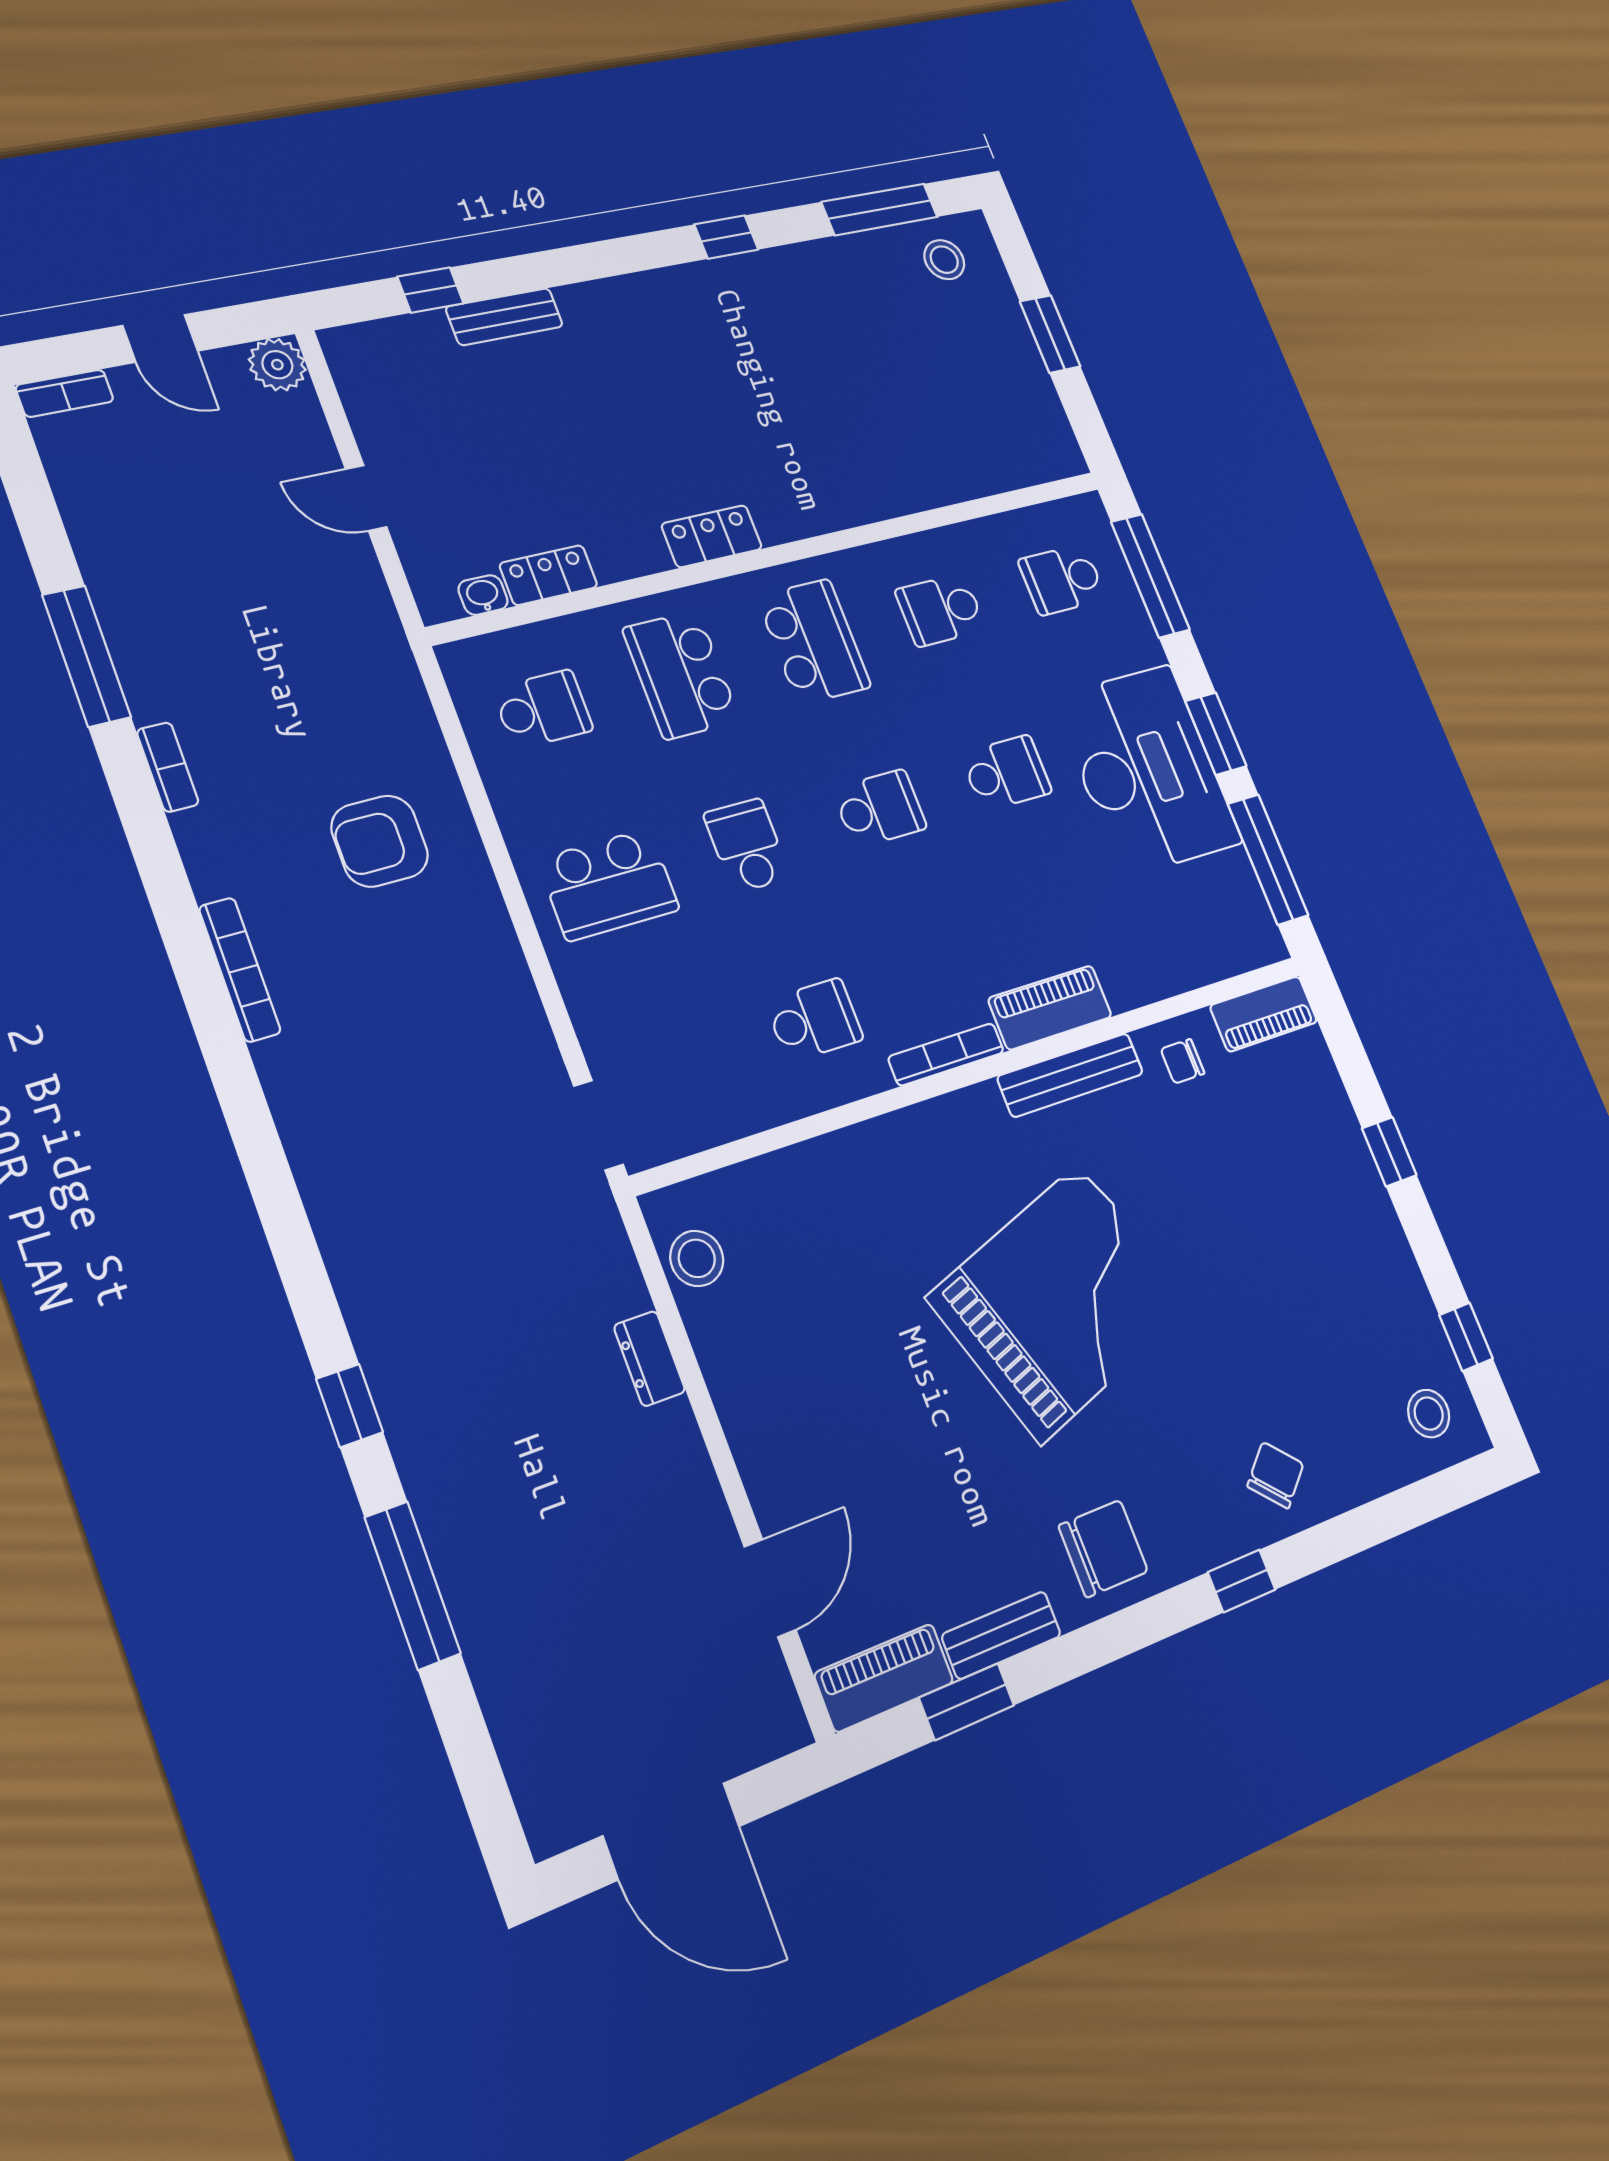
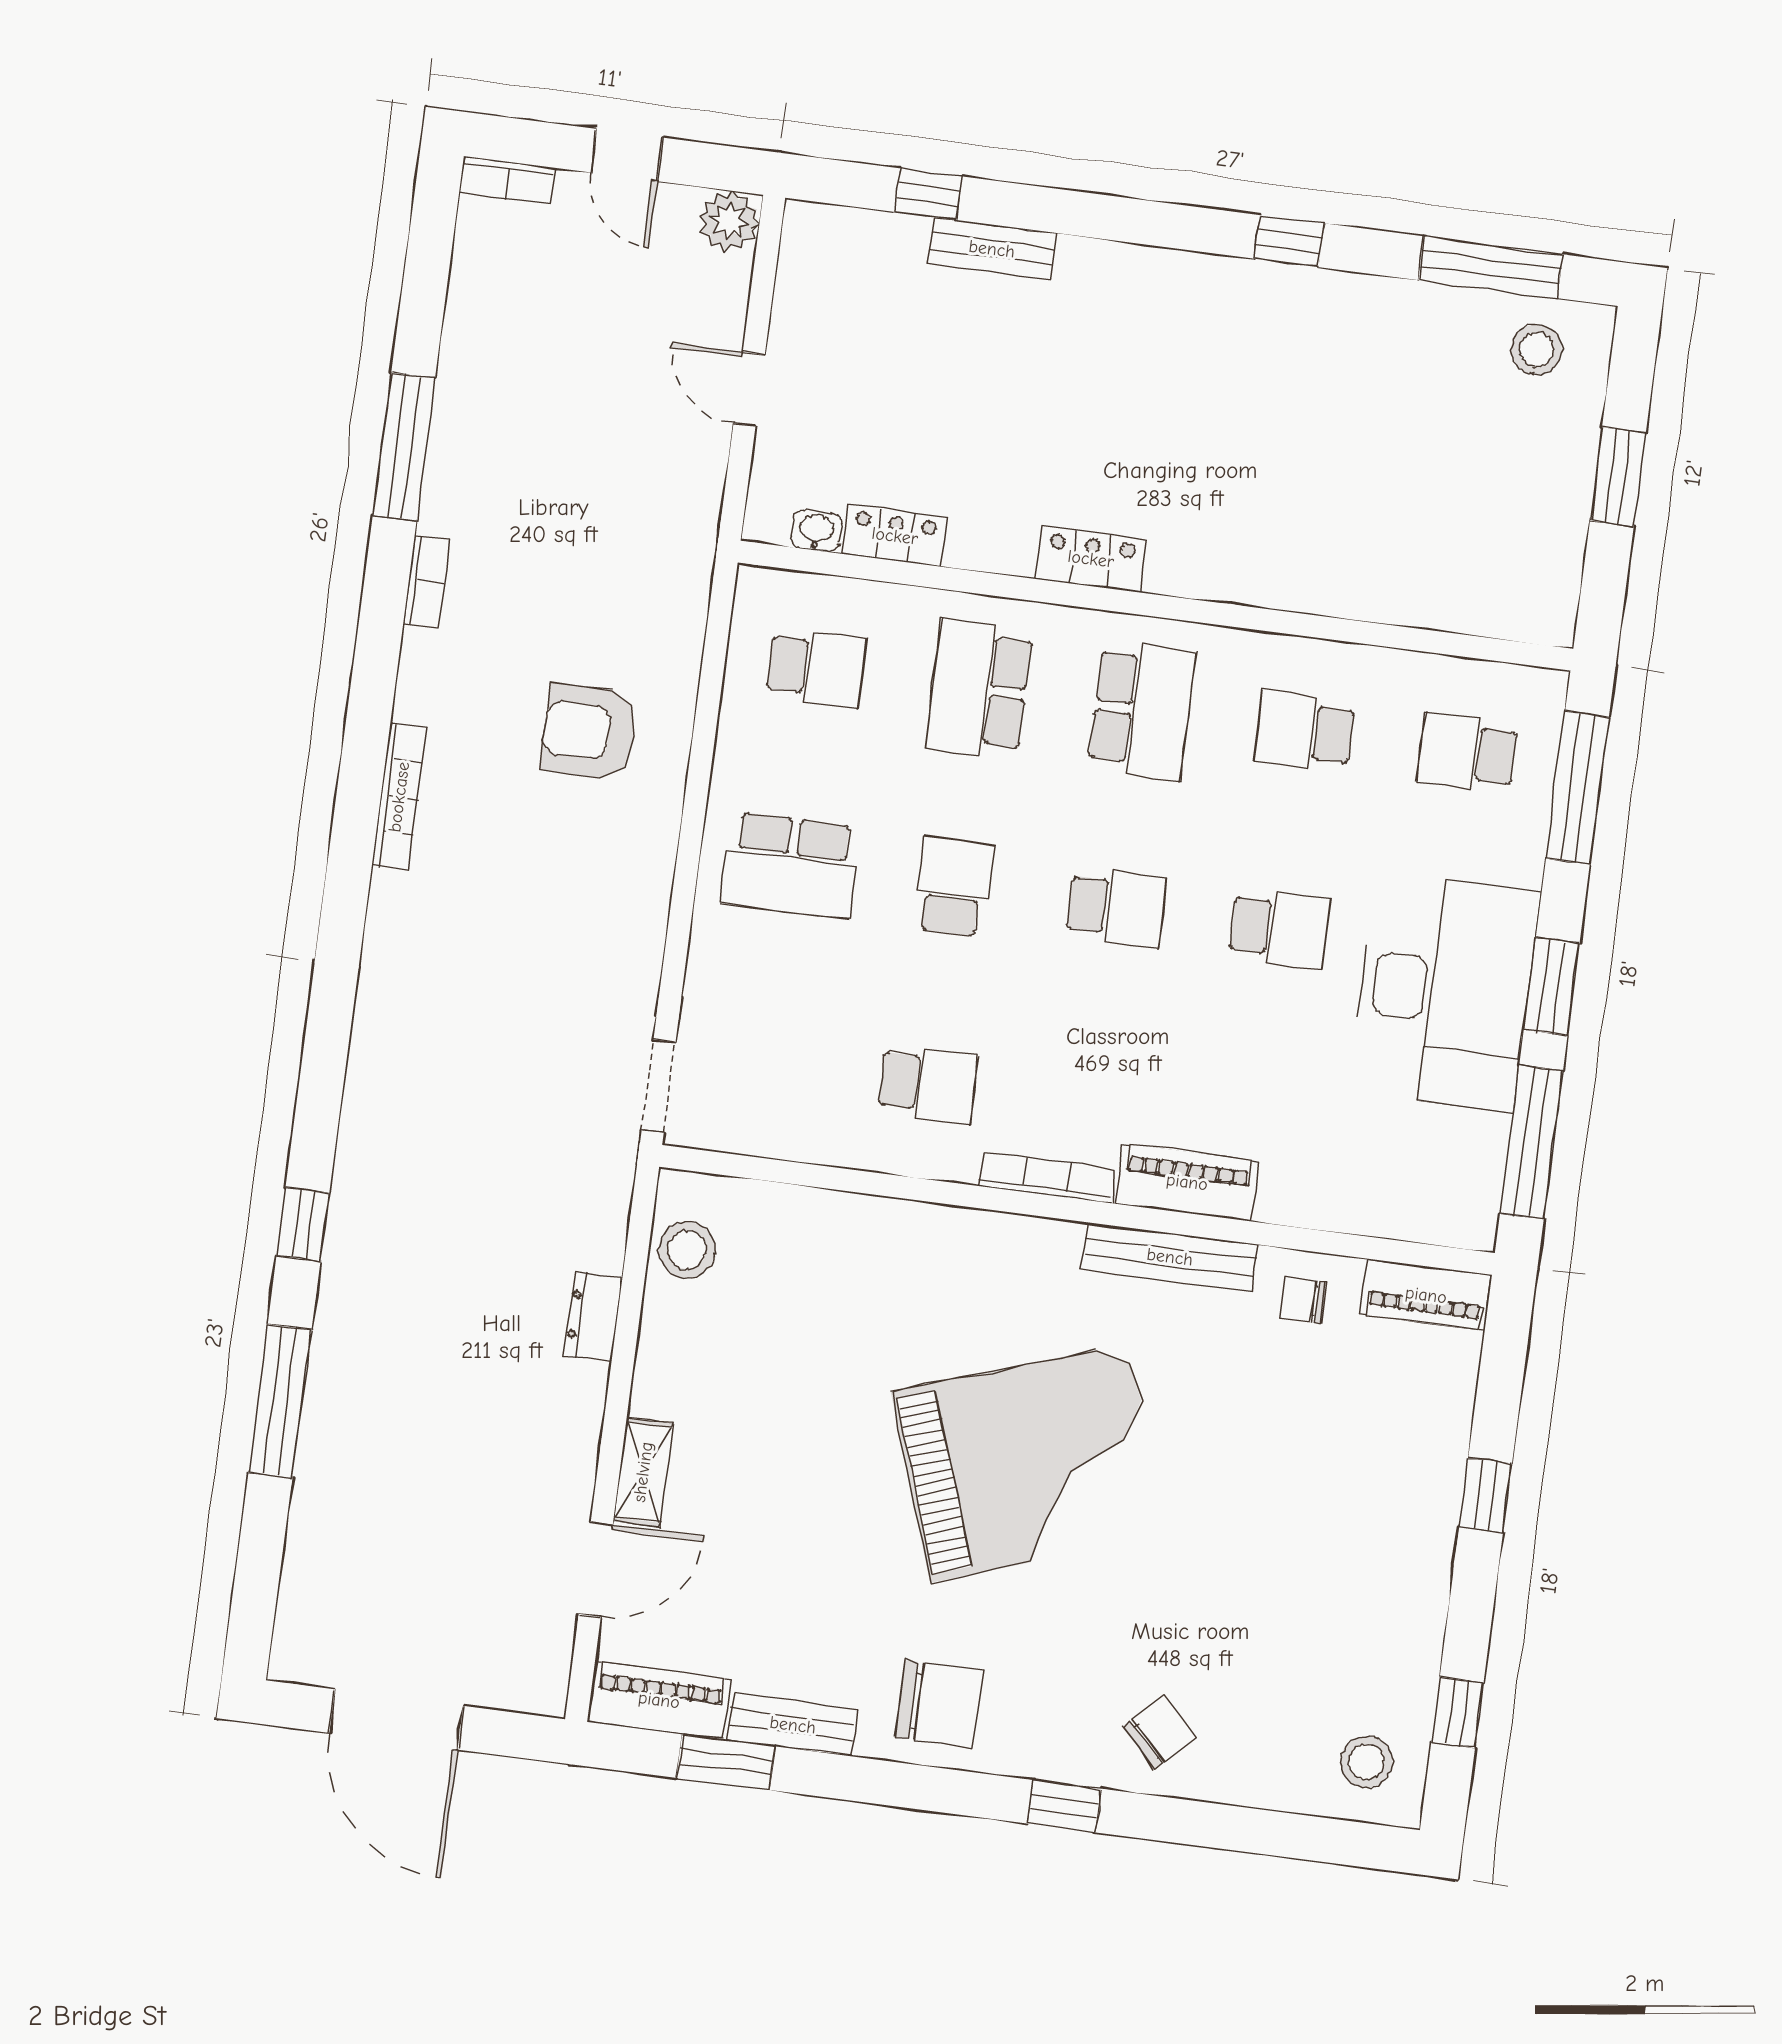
shelving: (764, 1477) -> (643, 1472), added

